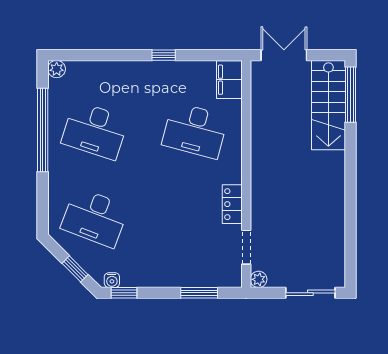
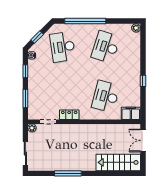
double door: (284, 55) -> (143, 140), swing flipped
window: (351, 95) -> (68, 173), moved
window: (43, 130) -> (85, 21), moved
desk: (95, 217) -> (63, 47), turned -30
window: (124, 293) -> (25, 71), moved

